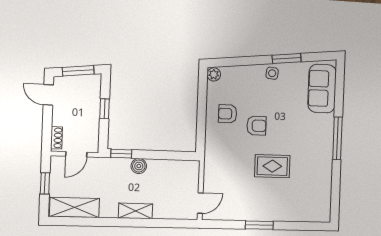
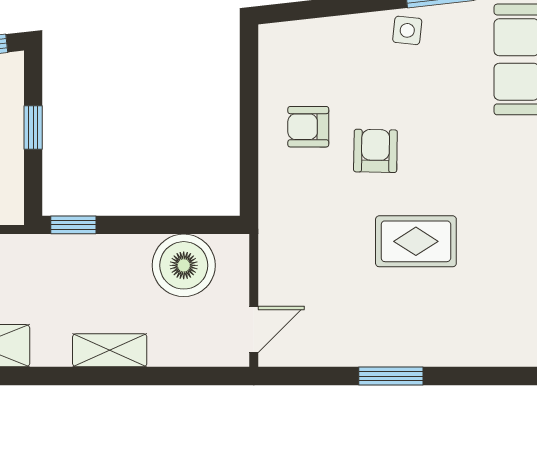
plant: (214, 74) -> (273, 40), removed
armchair: (256, 126) -> (375, 151), turned -89
boiler: (139, 166) -> (184, 265), moved, width x1.86, depth x1.86

